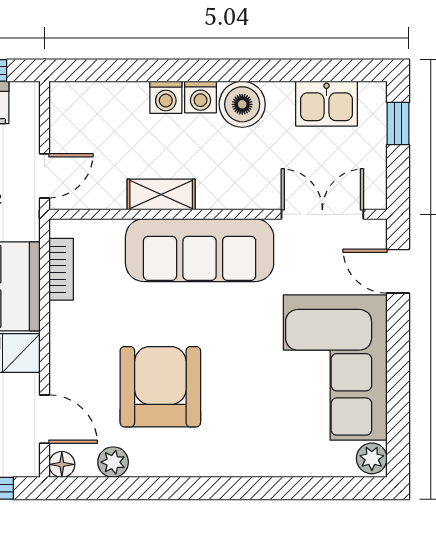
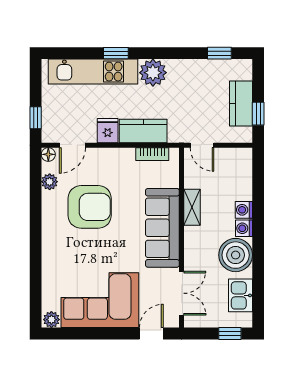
boiler: (242, 104) -> (236, 255), width x1.37, depth x1.37

